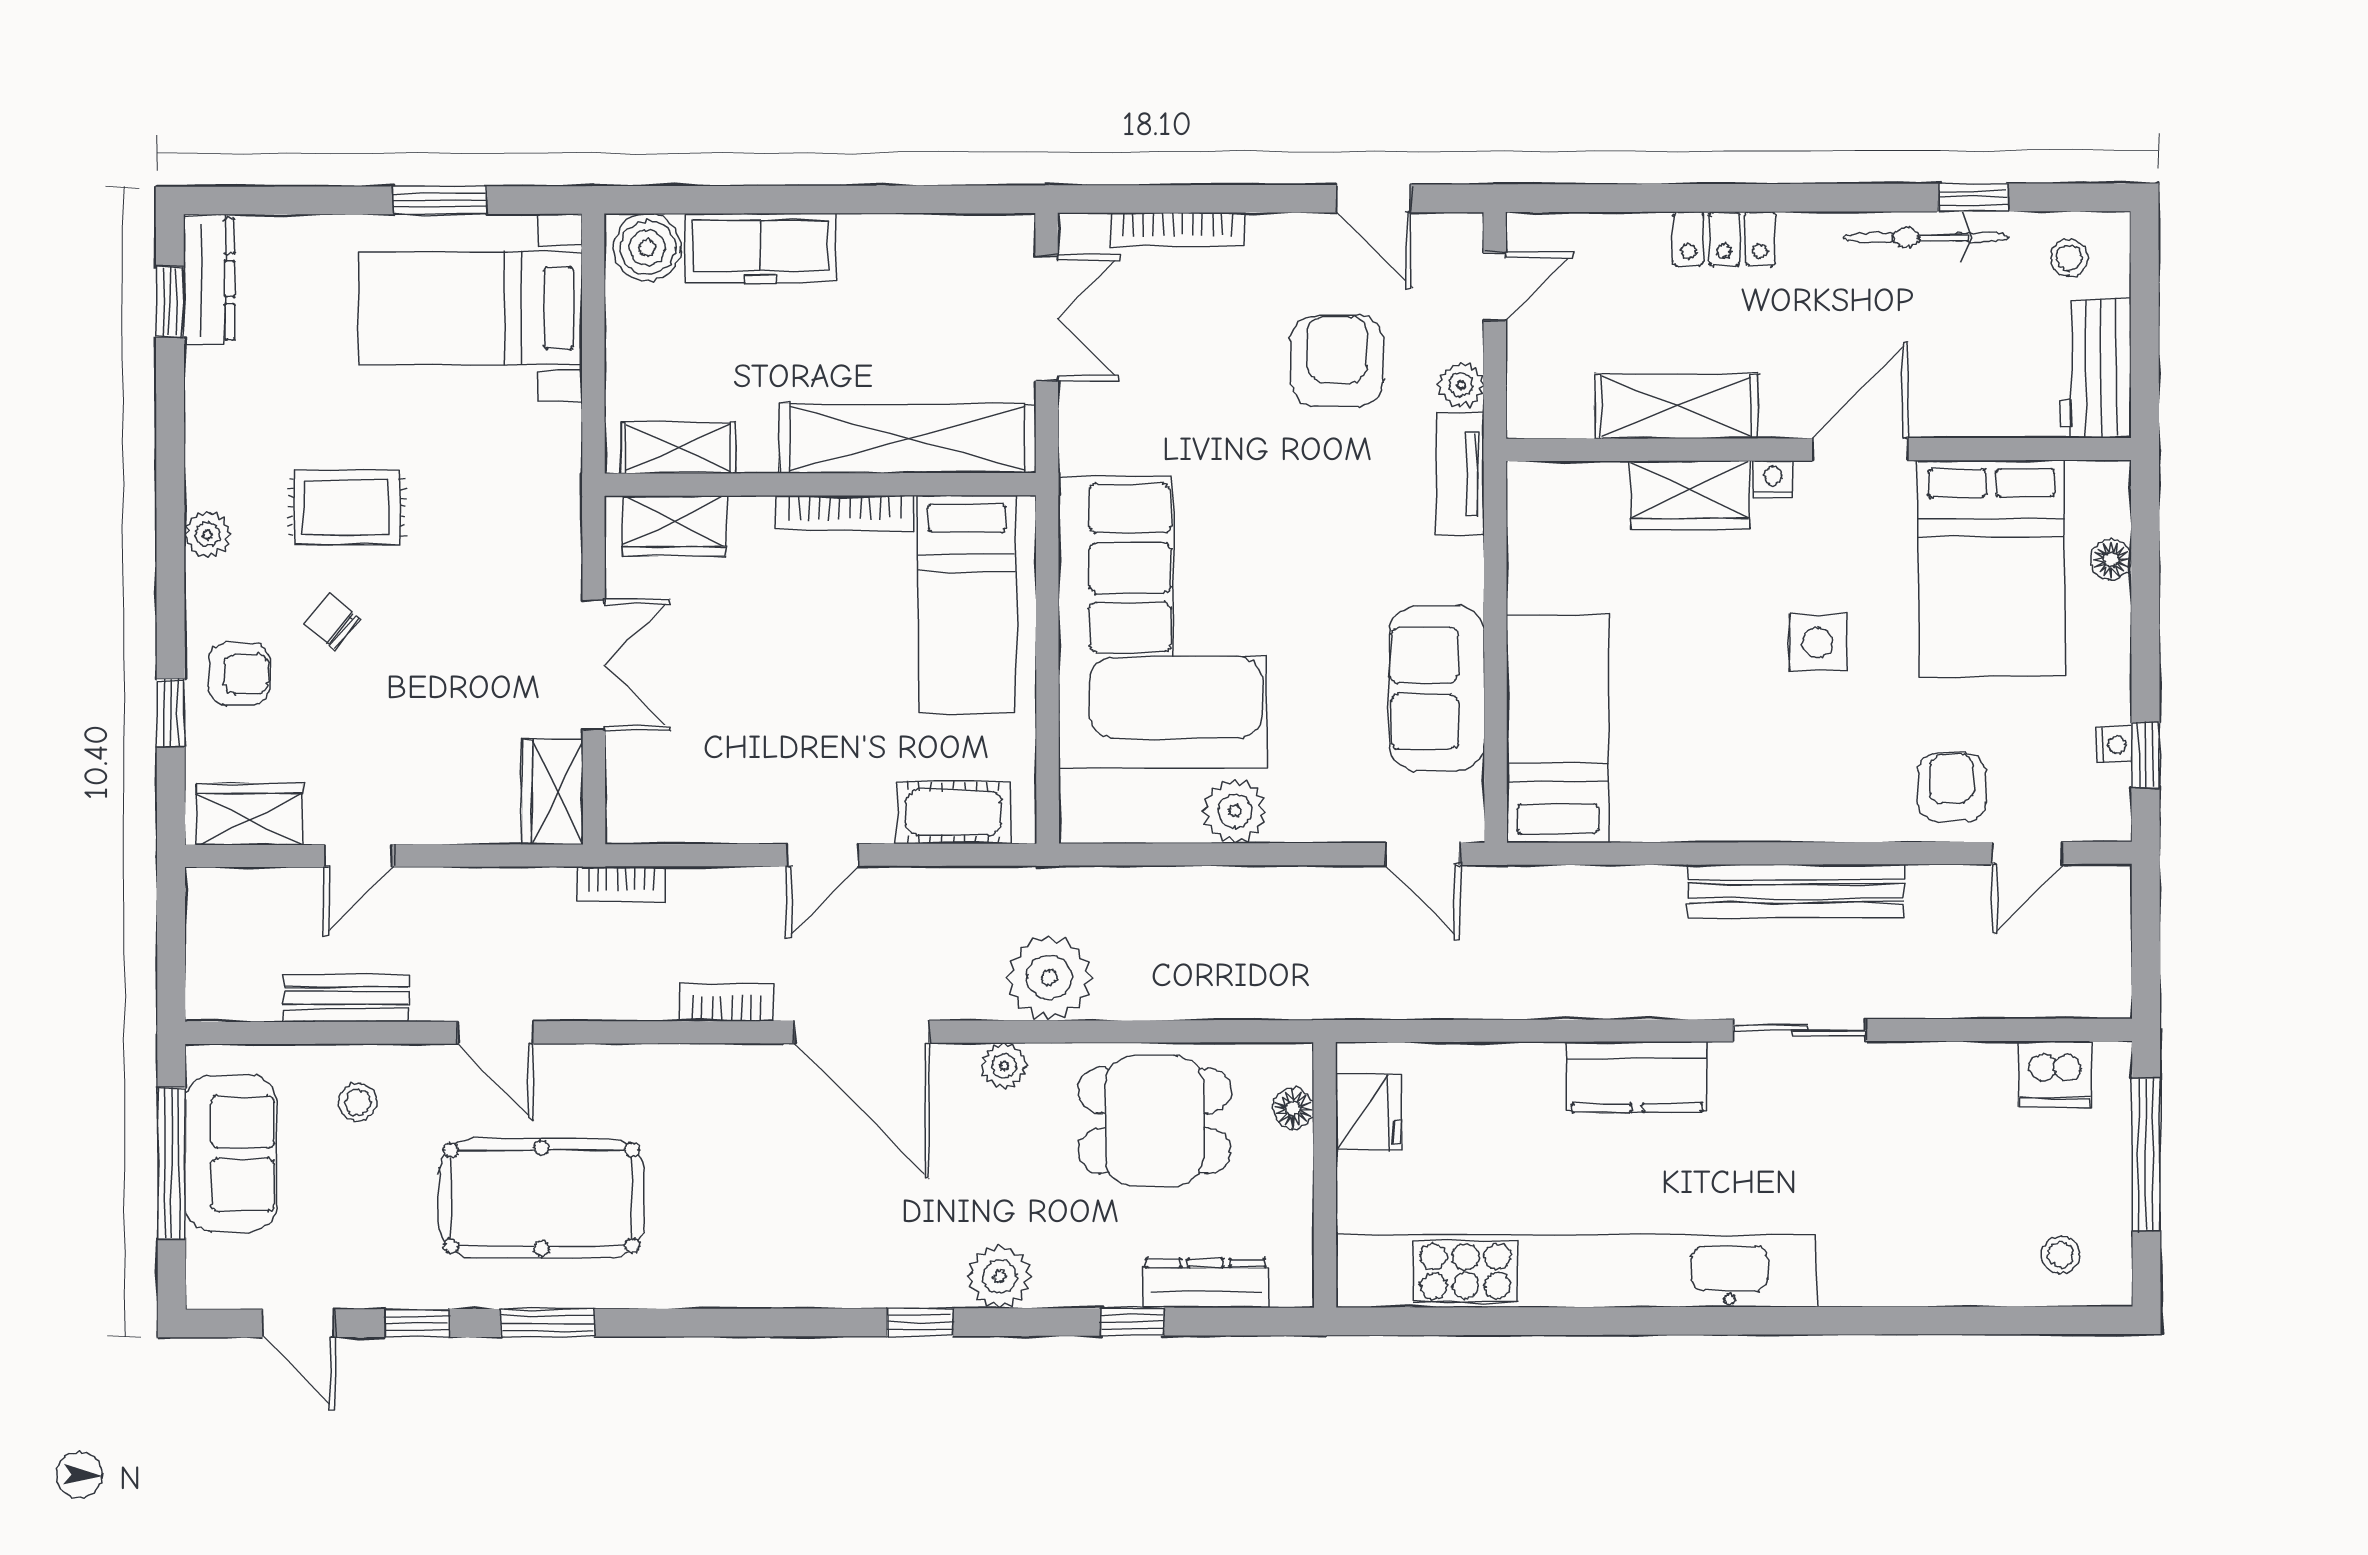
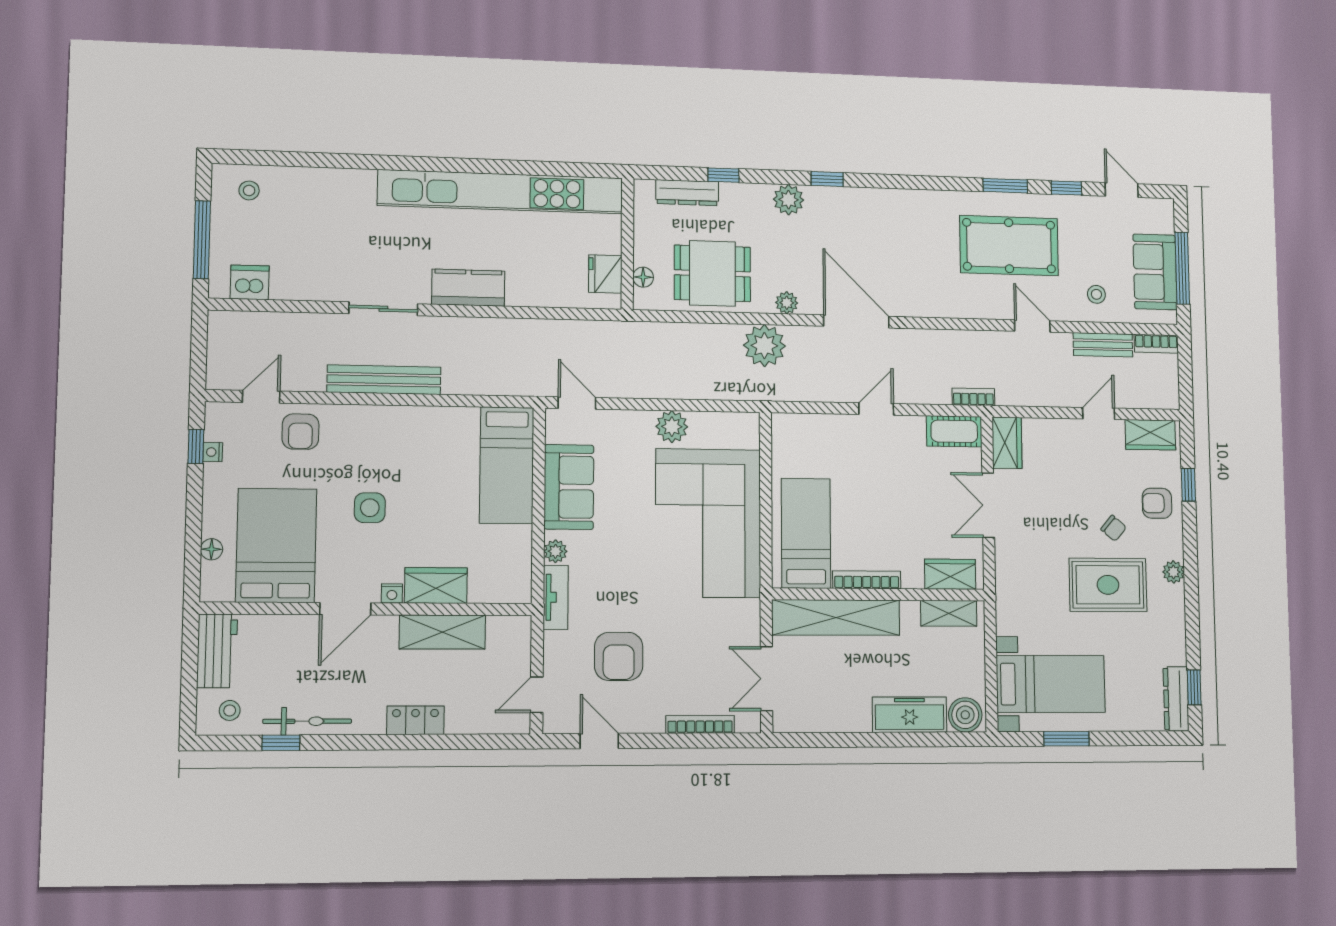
plant: (1461, 385) -> (555, 551), moved
rug: (347, 507) -> (1108, 585), width x1.36, depth x1.43
cot: (953, 813) -> (954, 431), moved
bookcase: (727, 1002) -> (1156, 344), moved

